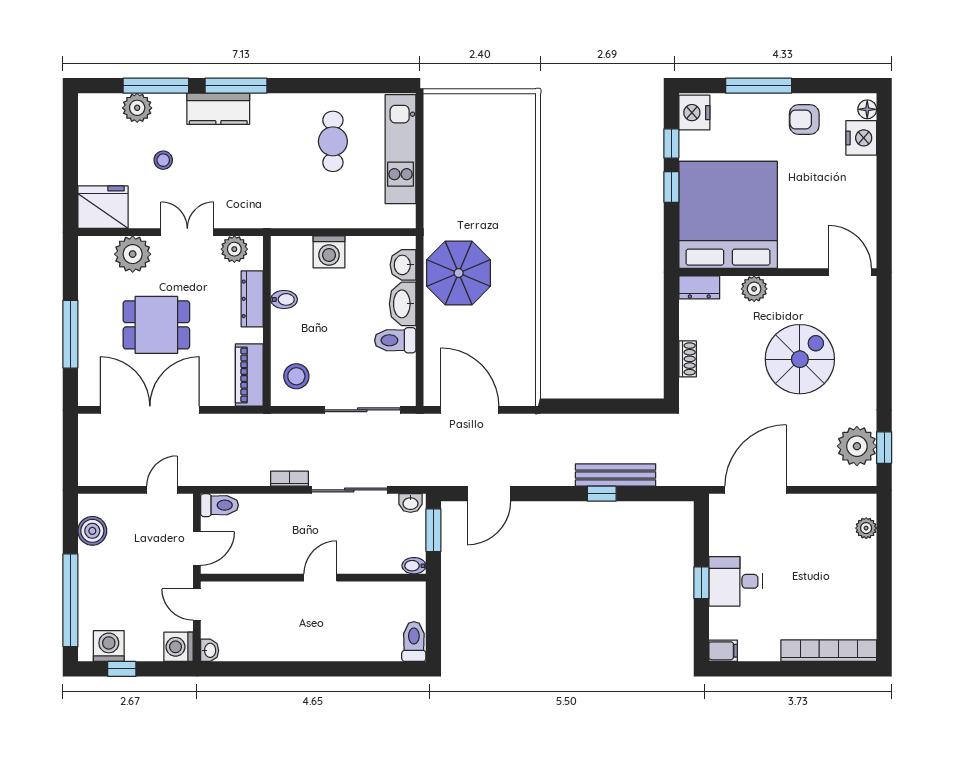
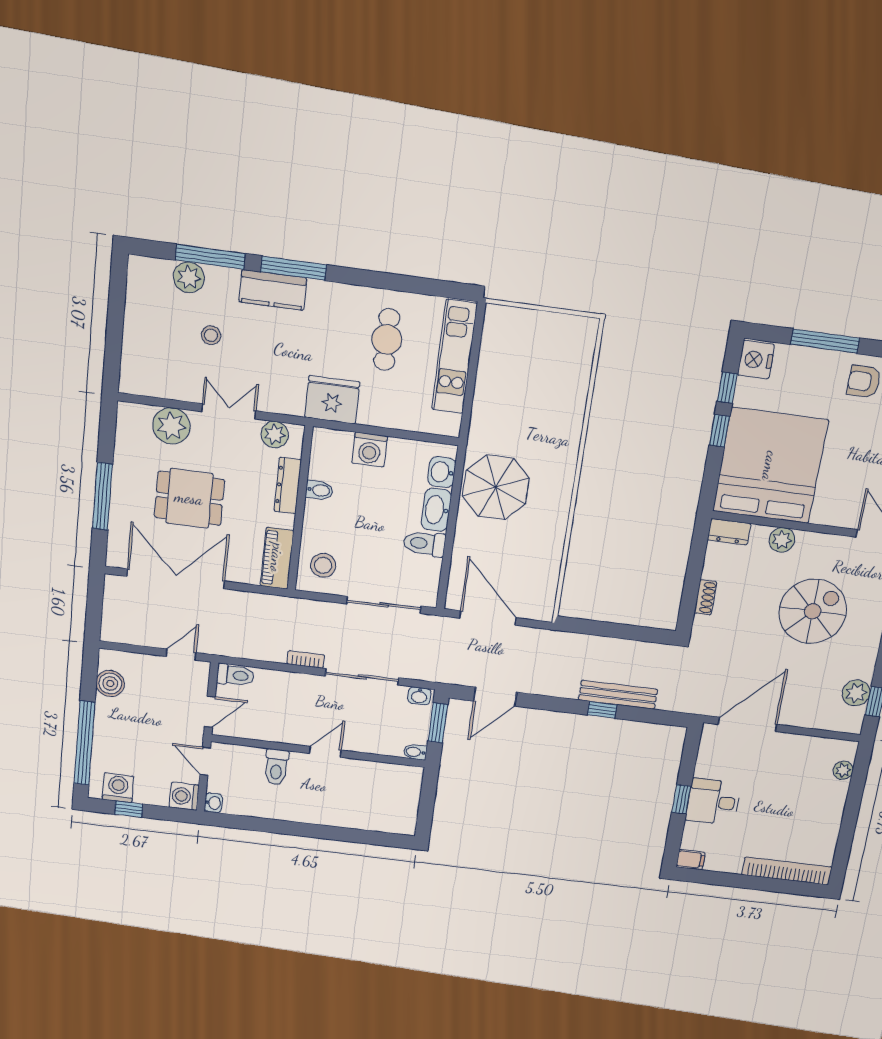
fridge: (103, 207) -> (332, 400), moved
plant: (857, 446) -> (856, 693), width x0.73, depth x0.73
toilet: (414, 642) -> (276, 767), moved, turned 180

